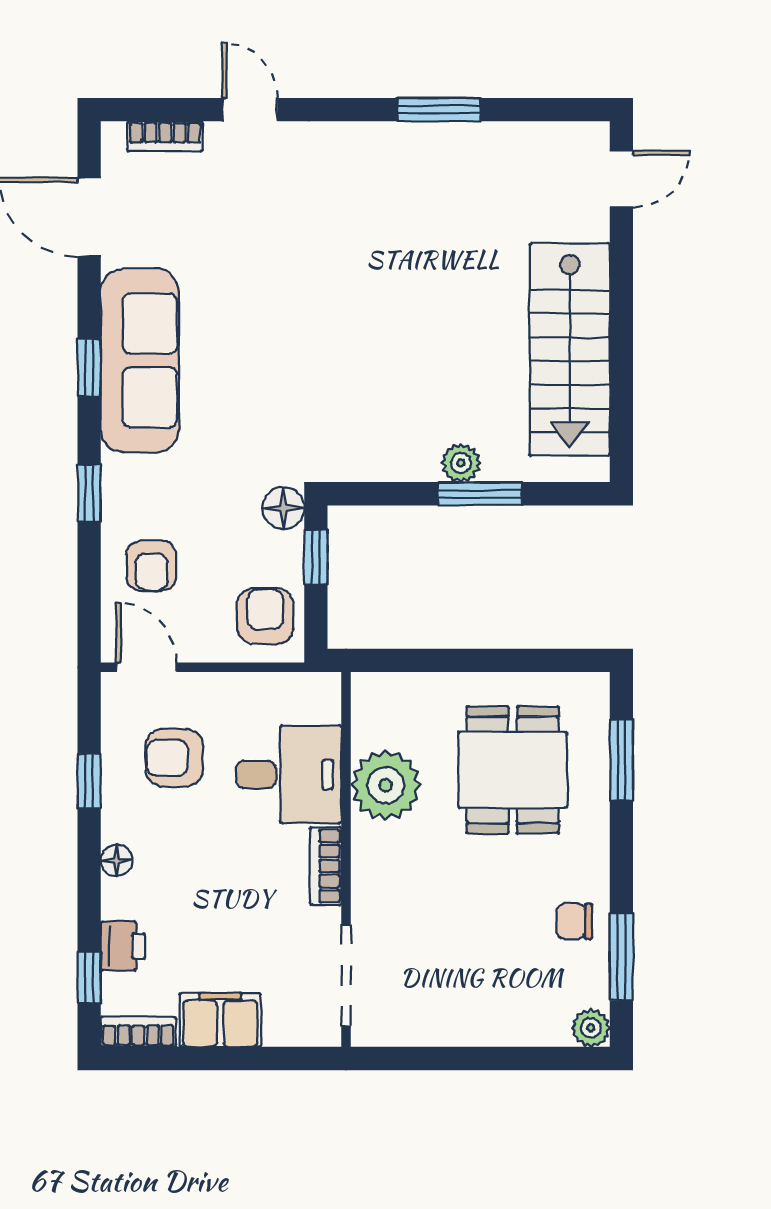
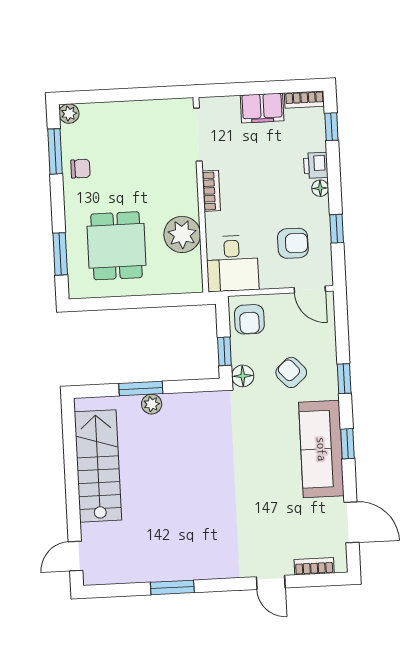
armchair: (151, 566) -> (291, 372), moved, turned -42
desk: (289, 774) -> (232, 263), moved, turned -90
printer: (123, 946) -> (316, 165), moved

